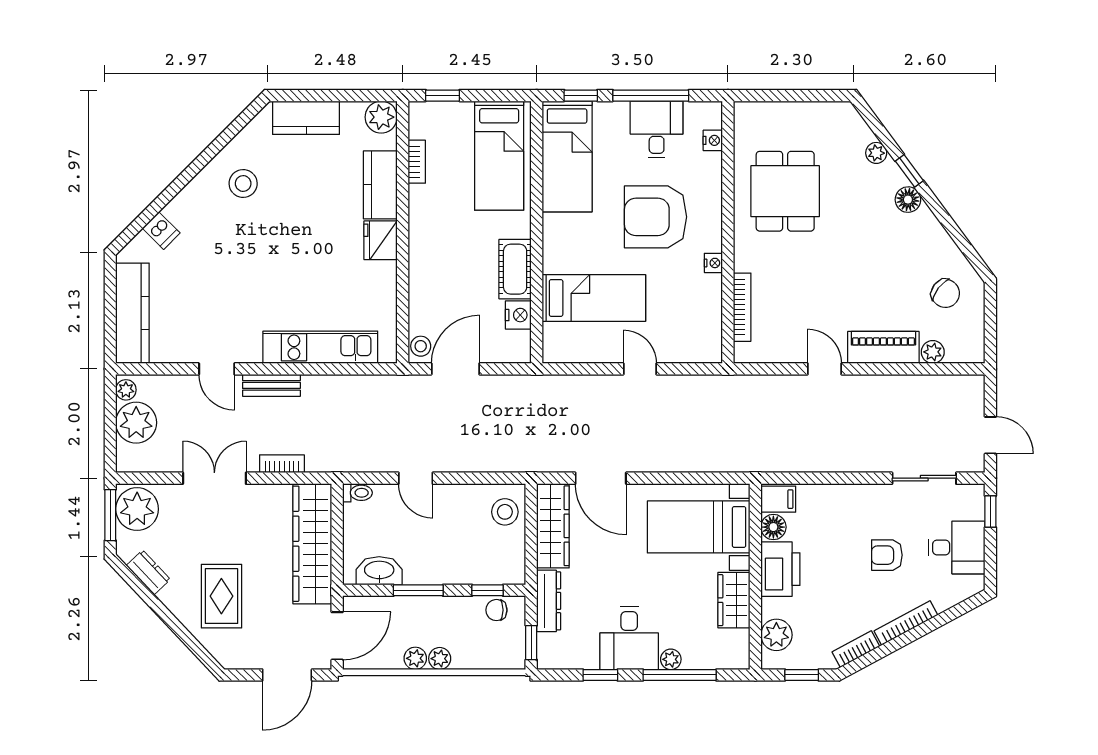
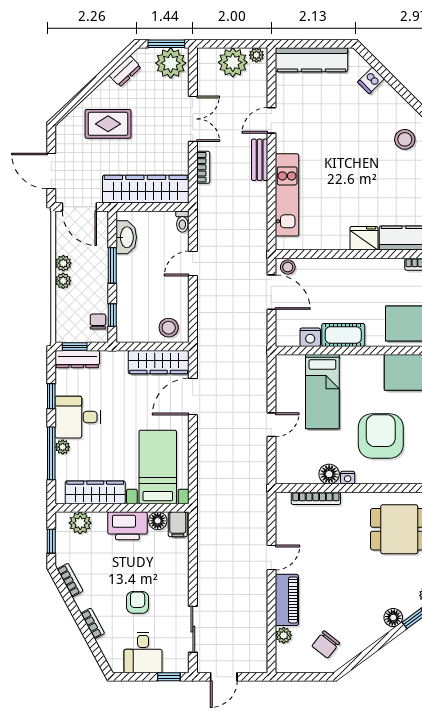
floor lamp: (708, 289) -> (329, 474), added
wardrobe: (734, 600) -> (95, 492), width x1.50
dresser: (549, 601) -> (77, 359), moved
bookcase: (906, 623) -> (93, 623), width x0.64

